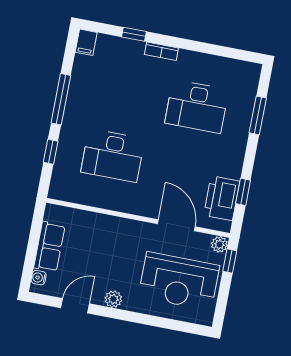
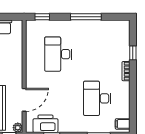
filing cabinet: (86, 42) -> (123, 124), moved
window: (51, 152) -> (42, 17), moved

